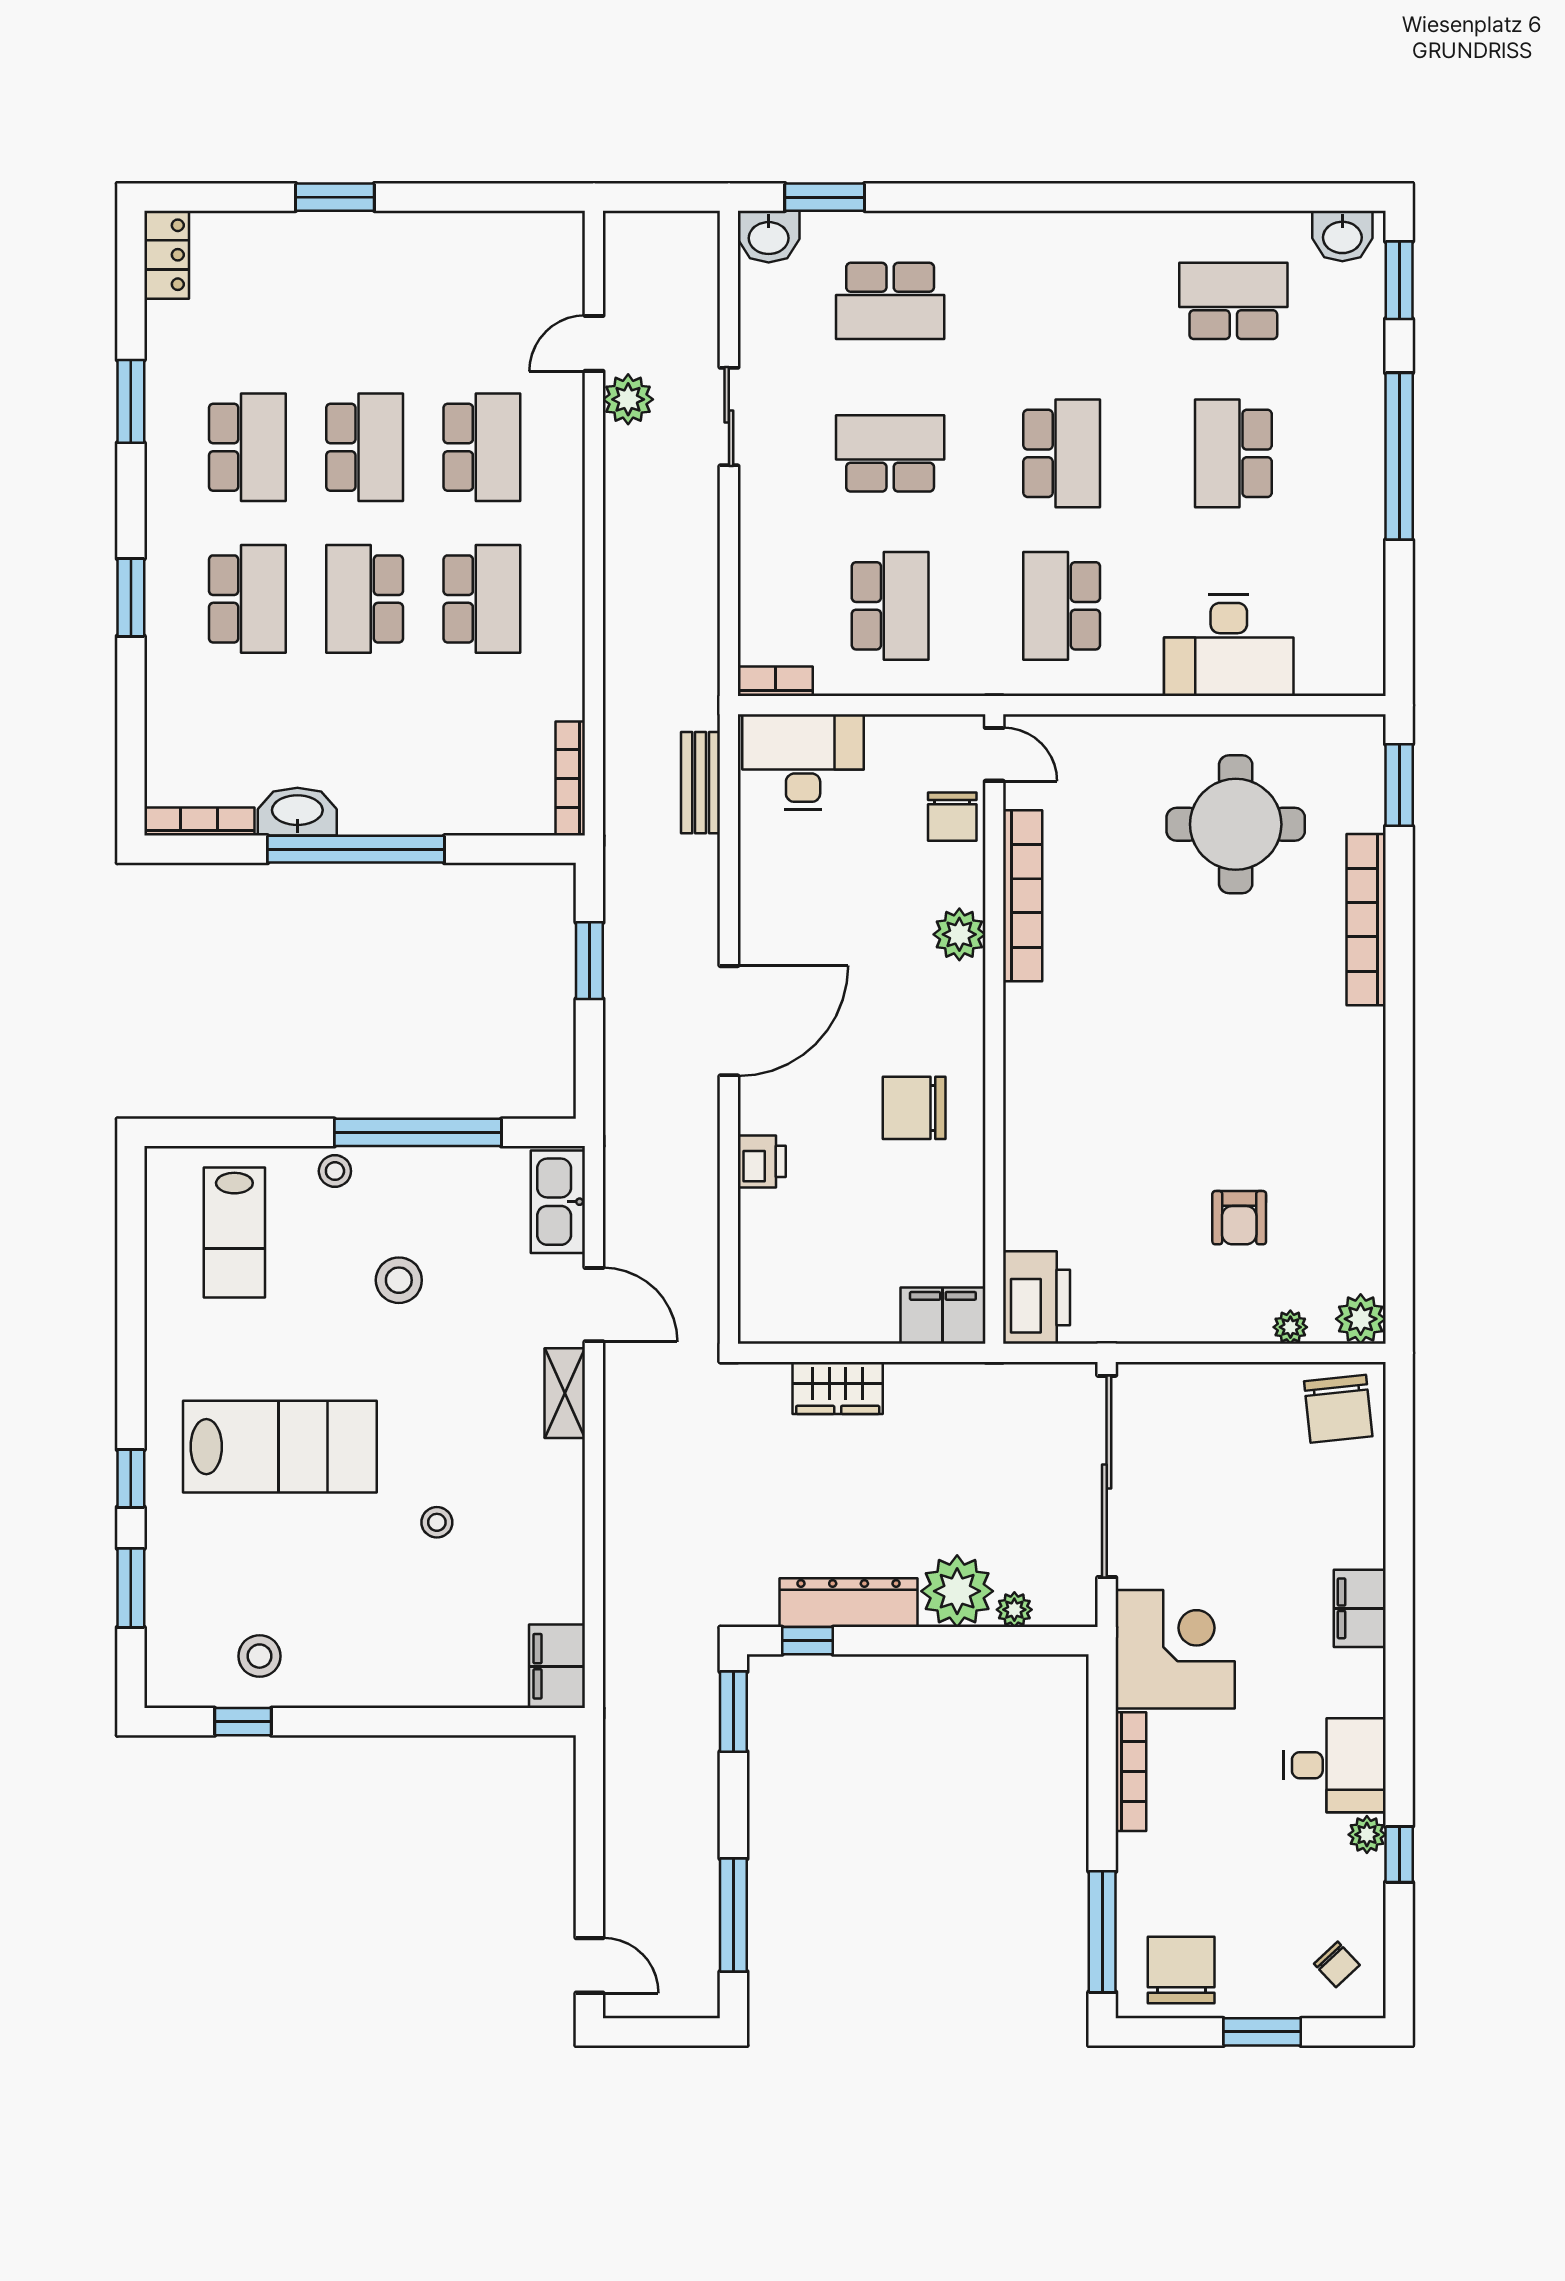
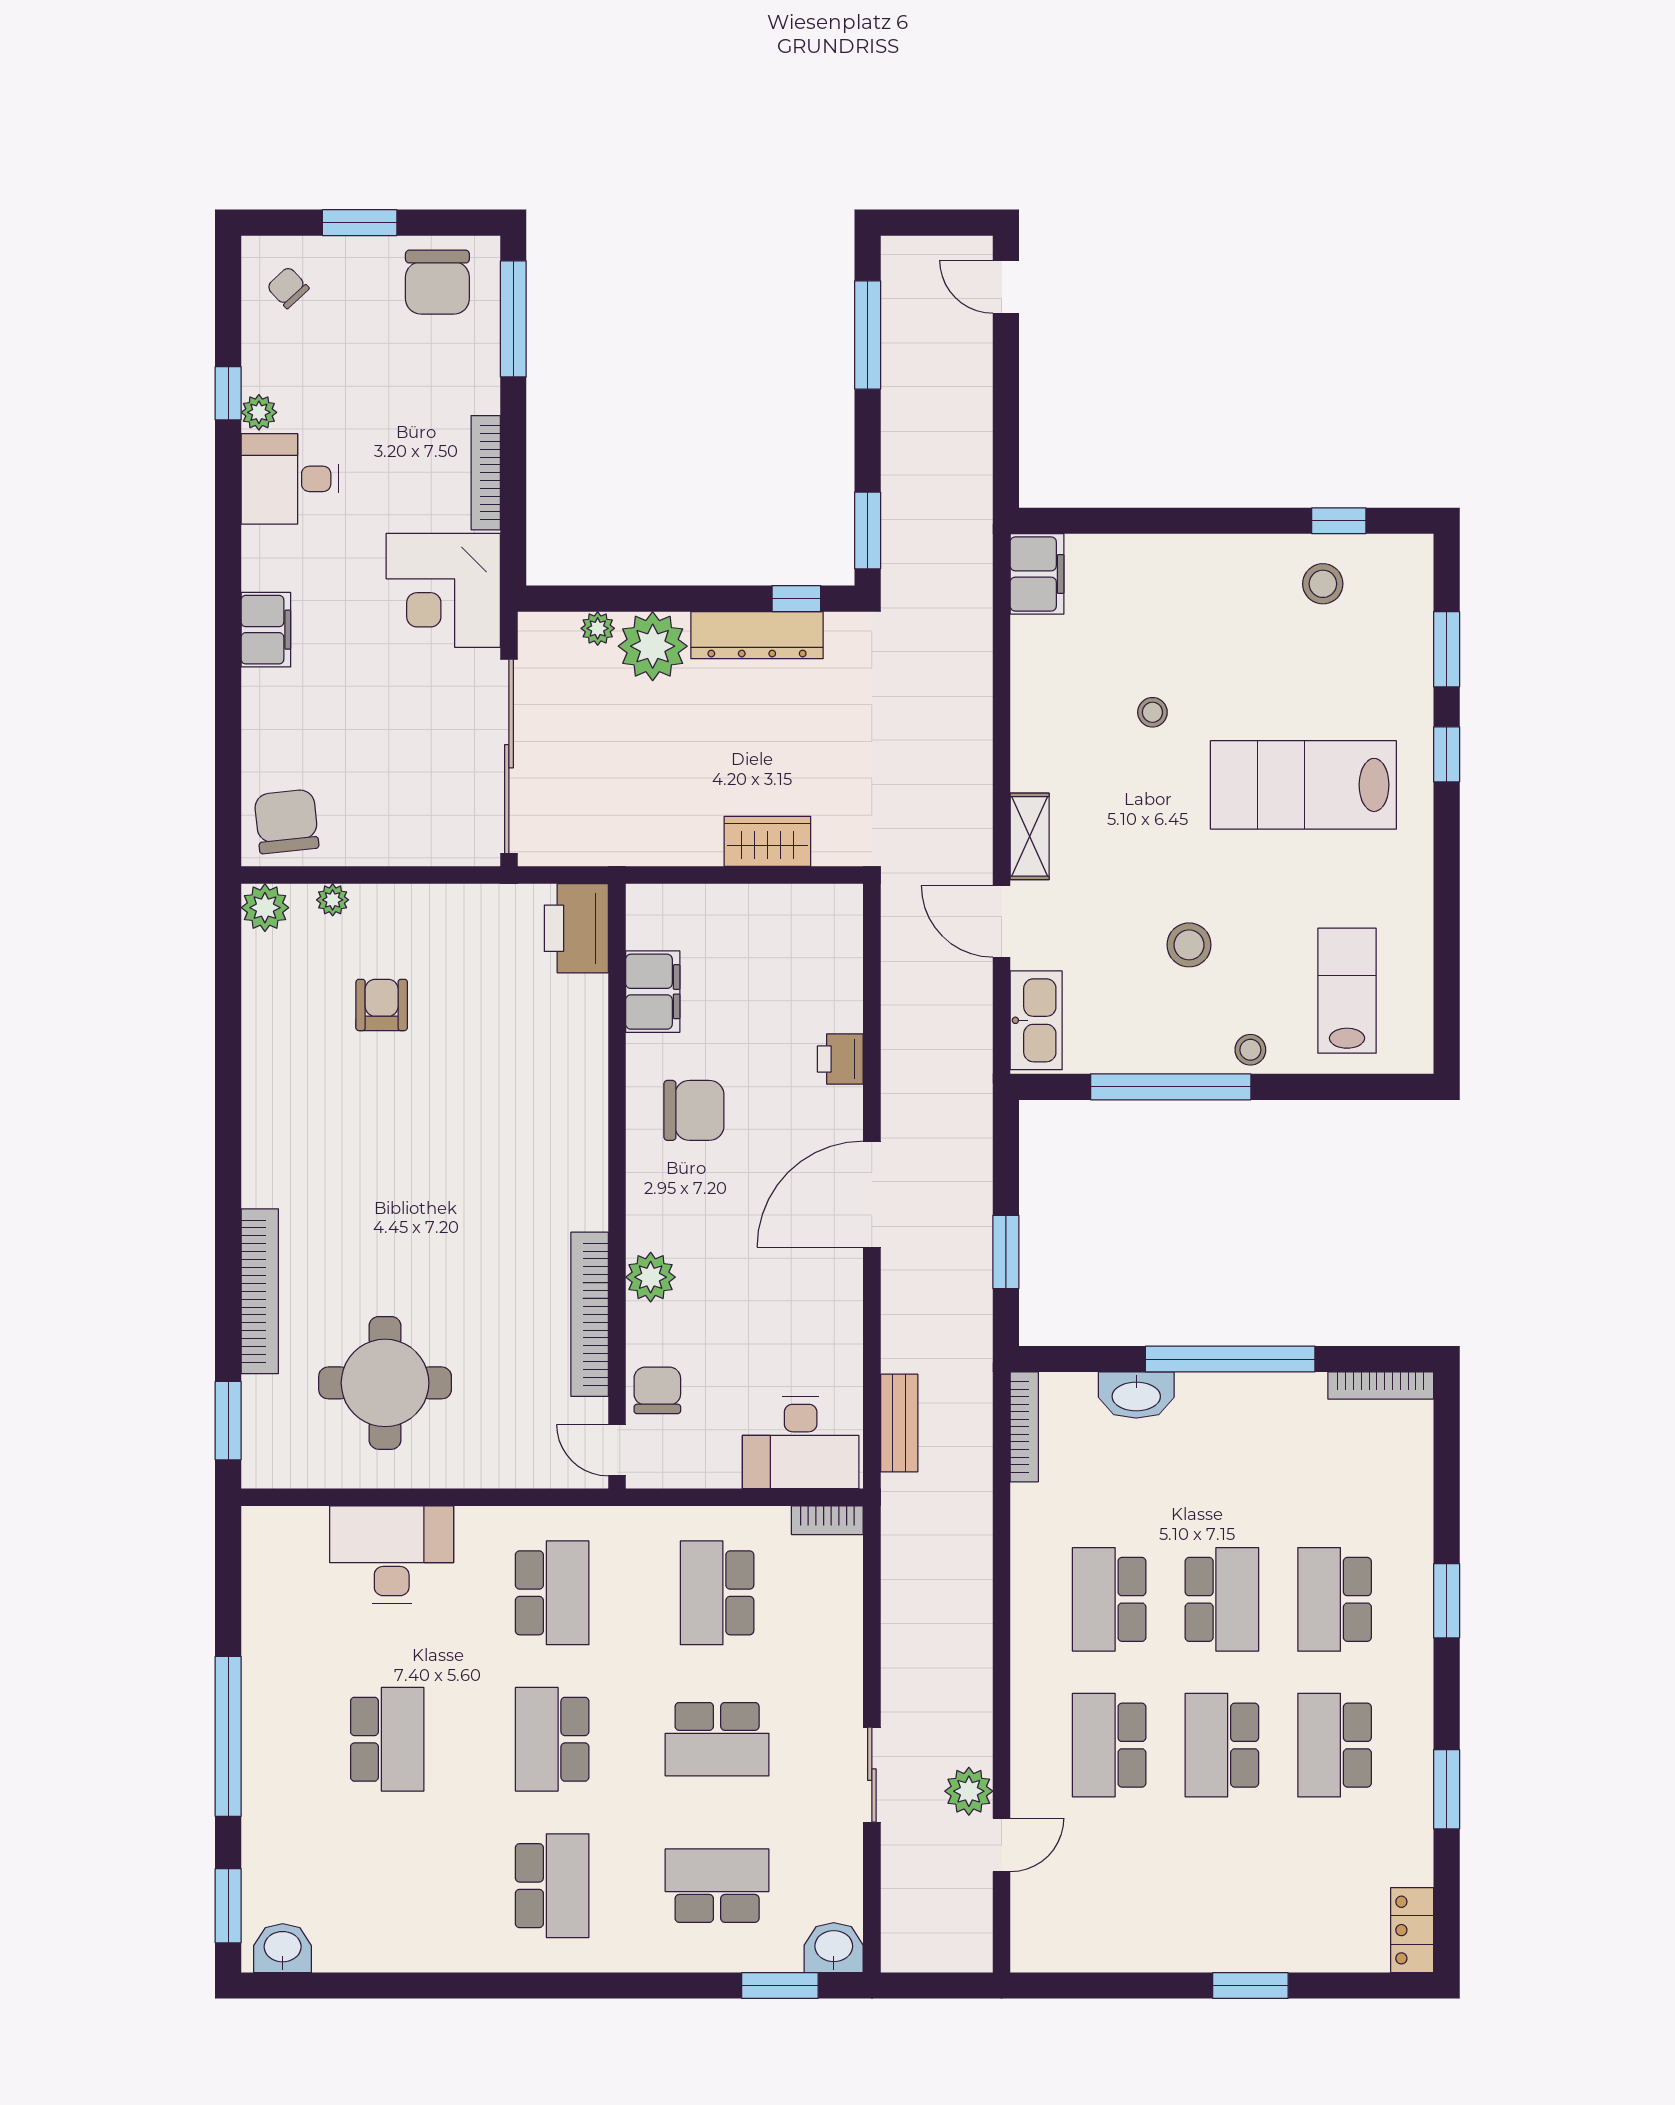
school desk: (1233, 301) -> (552, 1886), moved, turned -90
washbasin: (297, 812) -> (1136, 1395), moved
filing cabinet: (943, 1316) -> (653, 992), moved, turned -90

